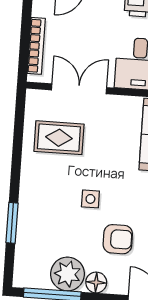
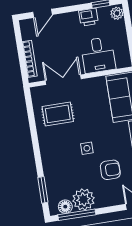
window: (12, 223) -> (43, 190), moved
floor lamp: (96, 282) -> (65, 207), moved

